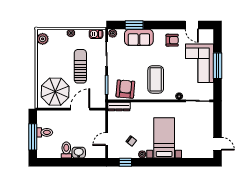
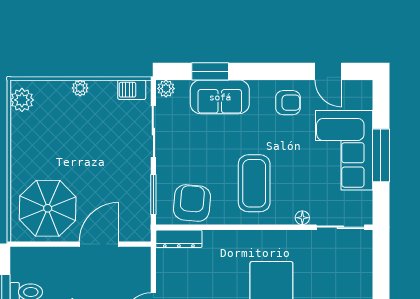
sun lounger: (80, 66) -> (99, 156), removed

